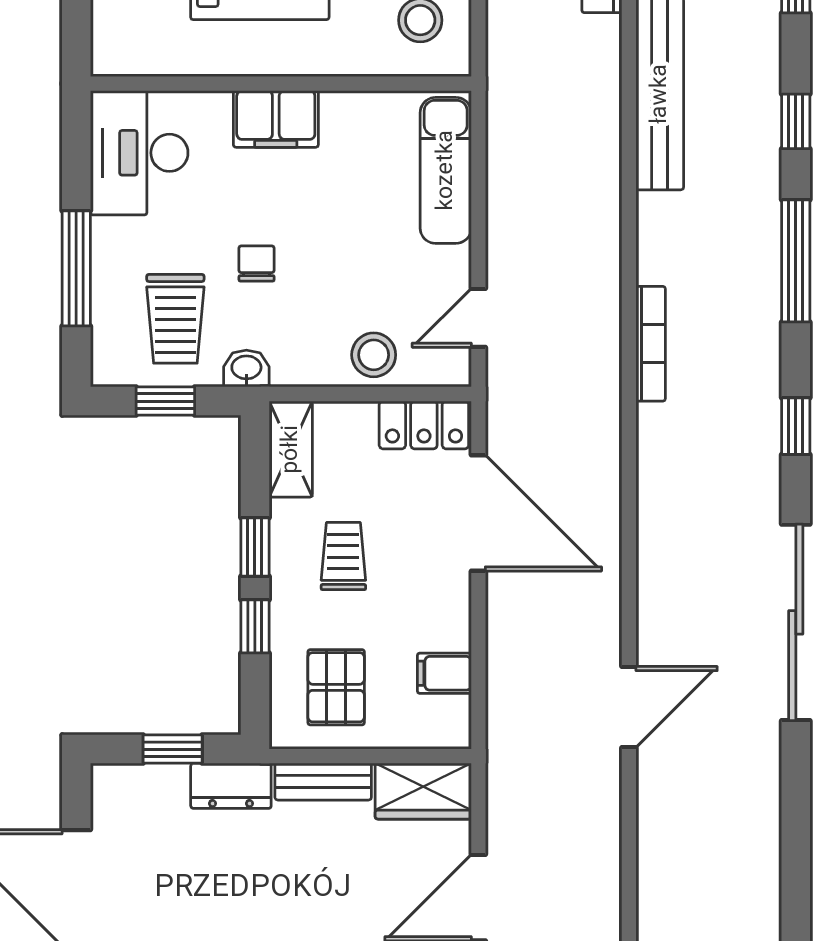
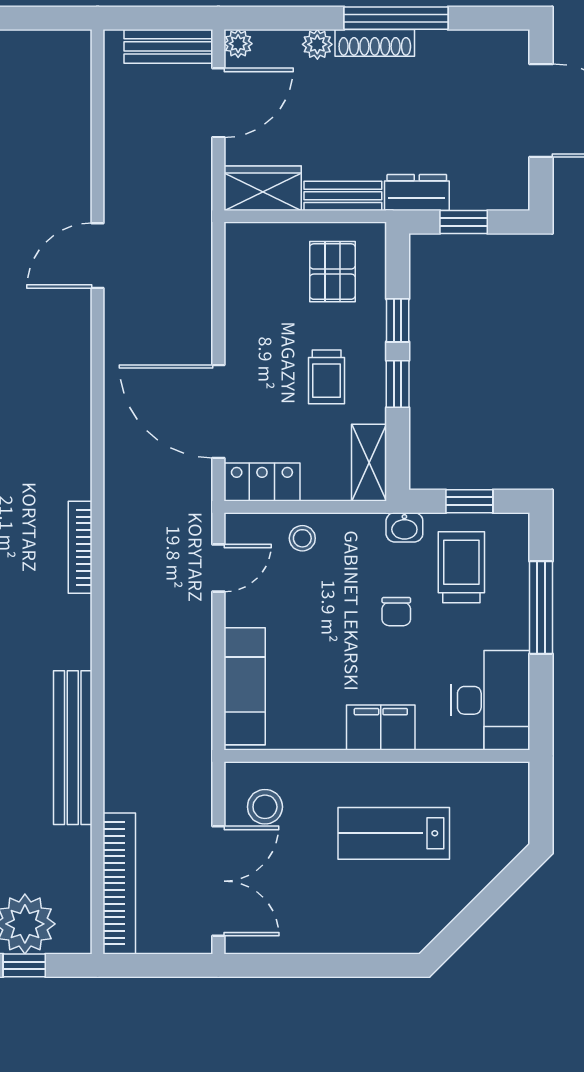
stool: (374, 355) -> (302, 538), width x0.73, depth x0.73
filing cabinet: (444, 673) -> (246, 283), removed

